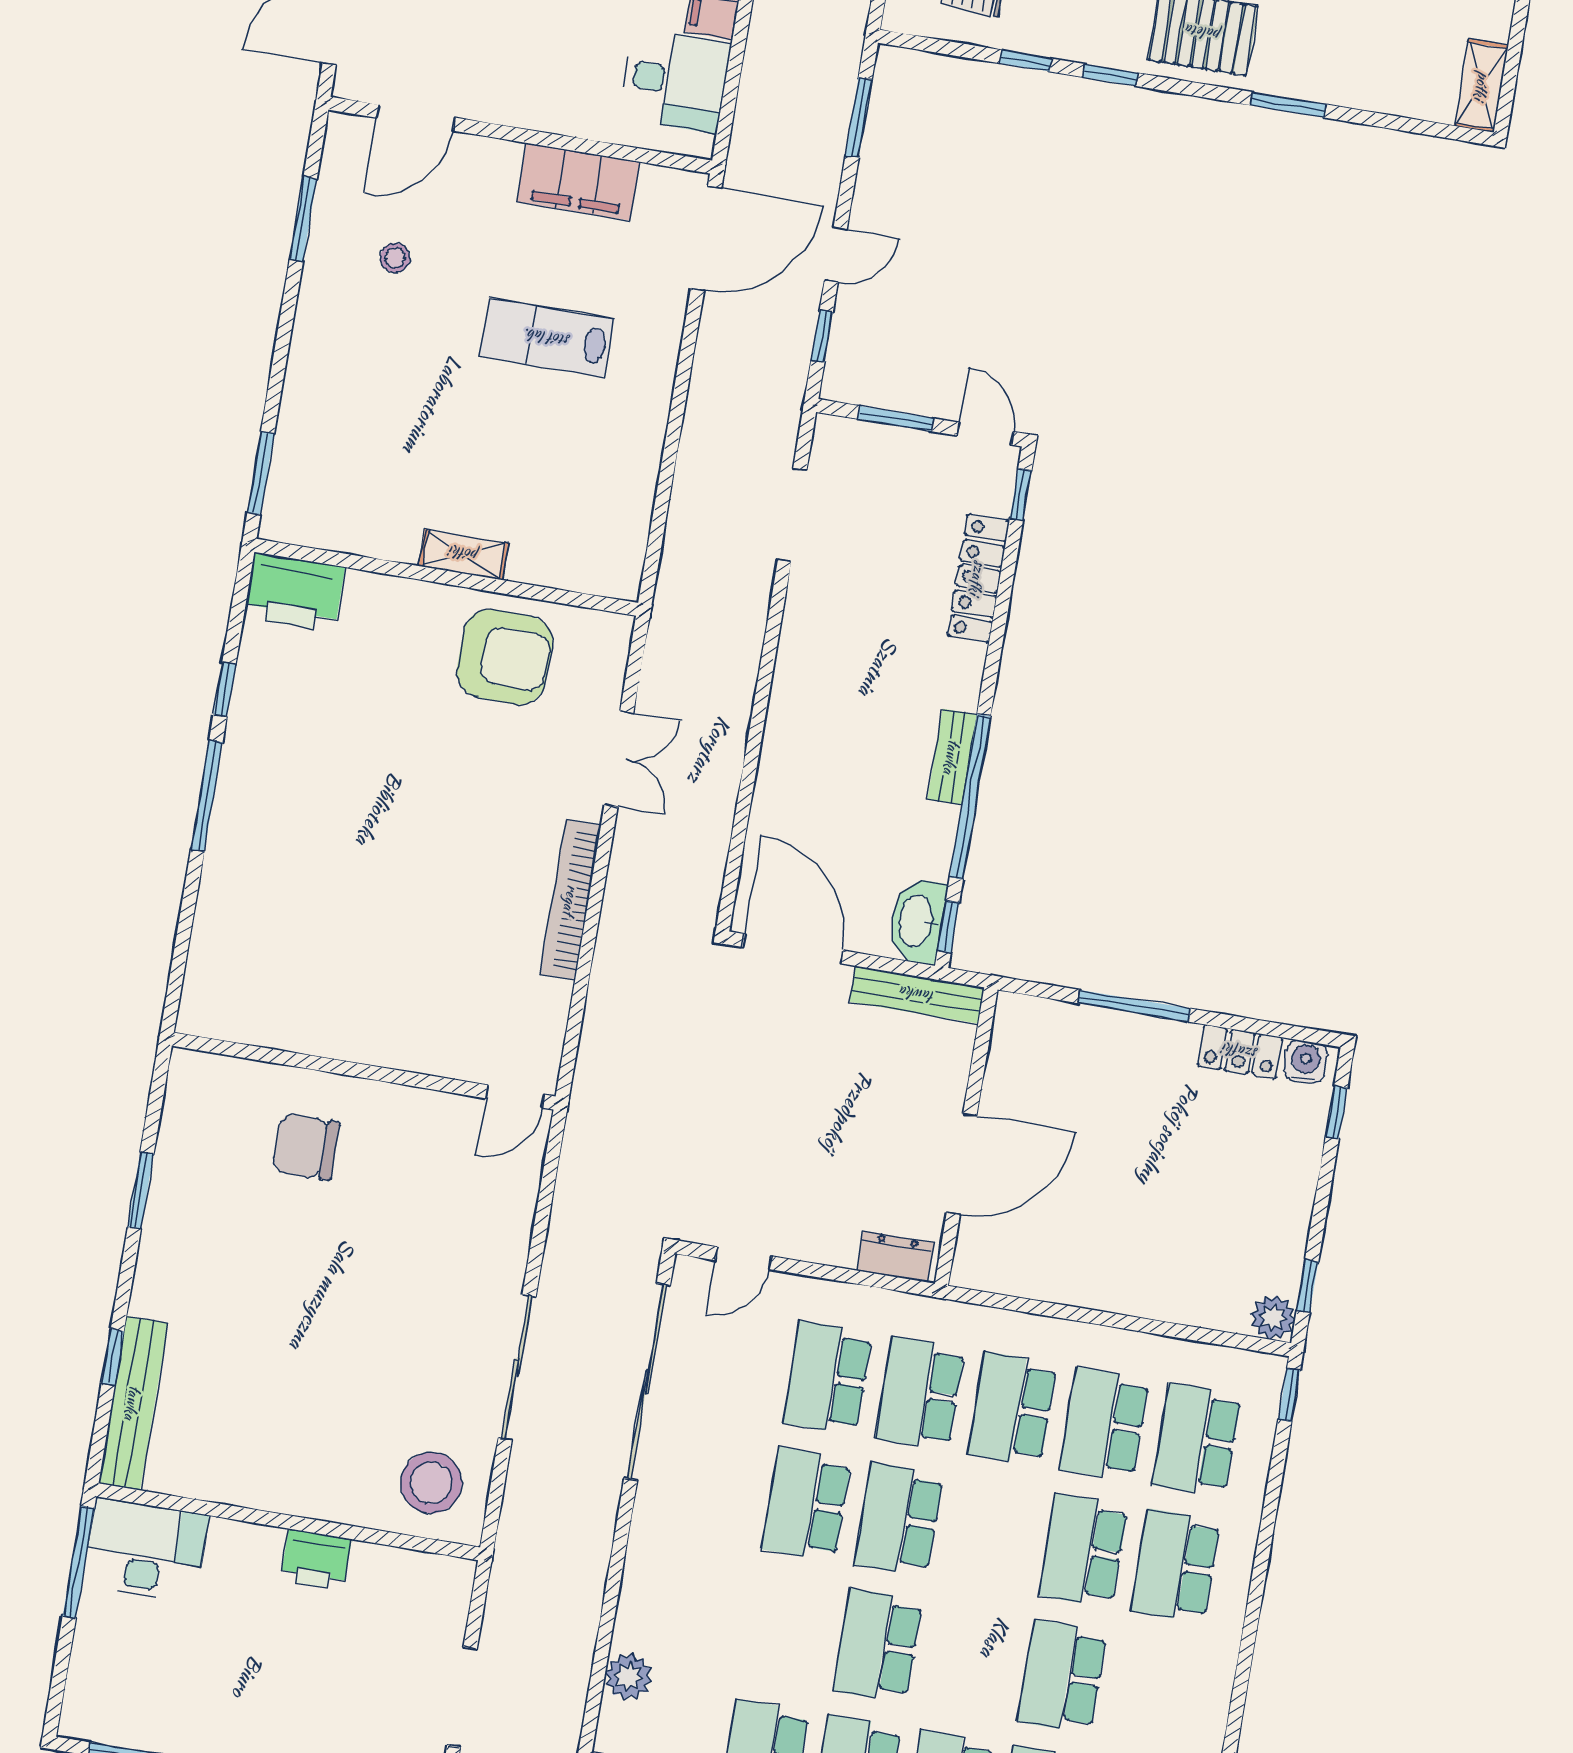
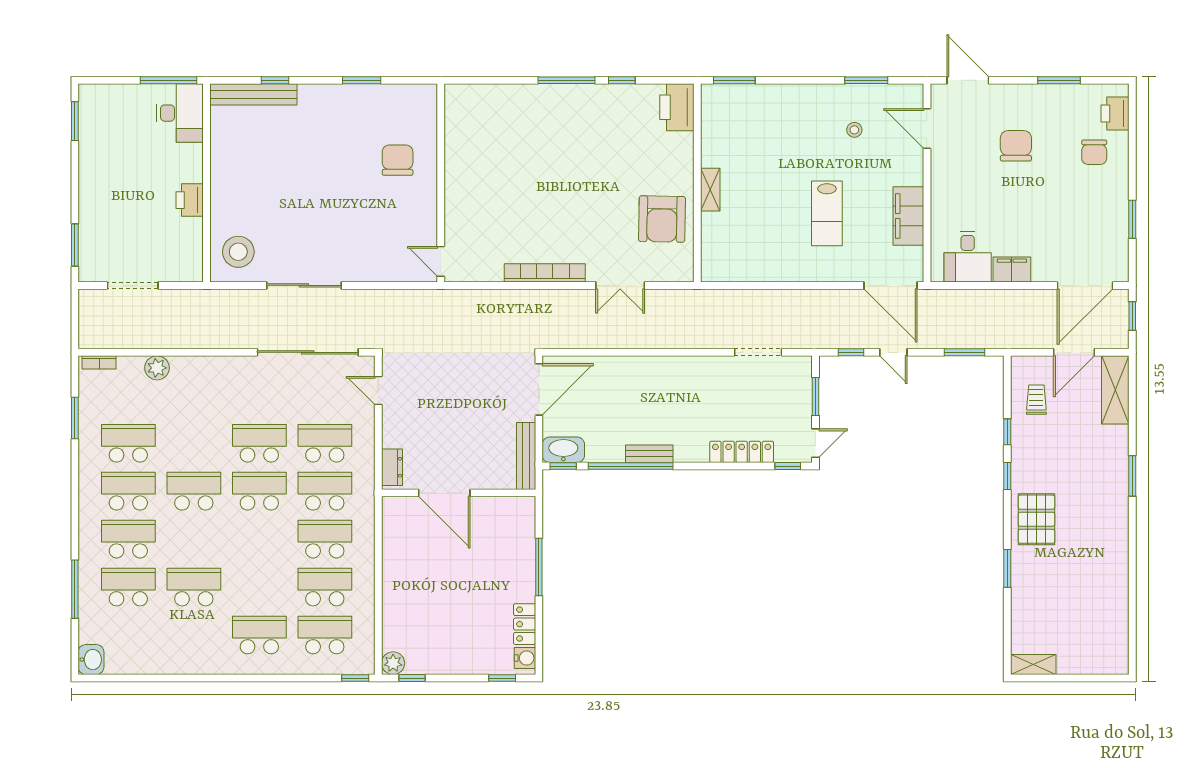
lab bench: (547, 338) -> (827, 213), turned 180
school desk: (1083, 1550) -> (259, 587), removed

